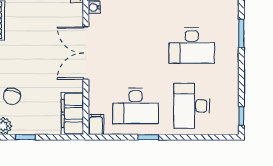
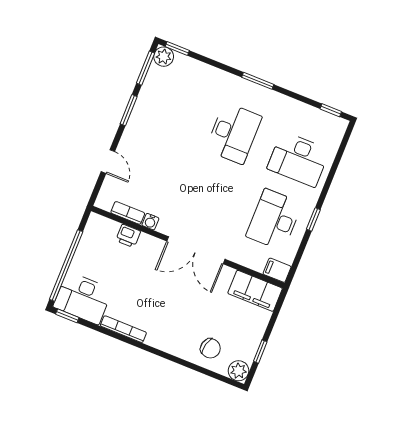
window: (241, 33) -> (258, 81), moved
desk: (135, 106) -> (274, 220), turned 180

